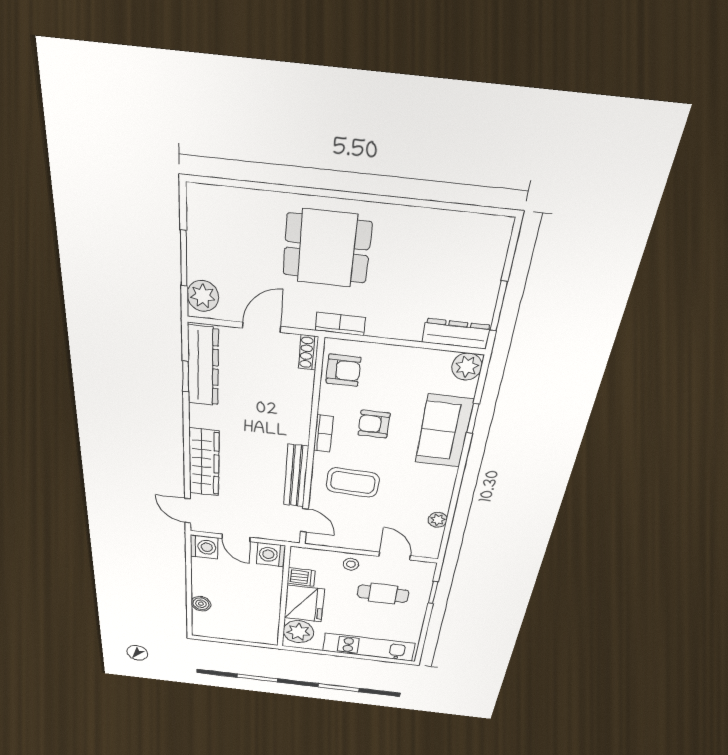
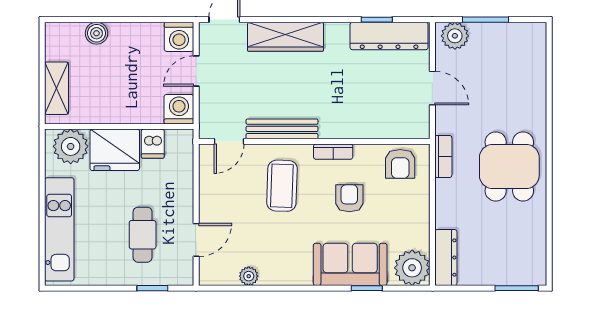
dining table: (327, 249) -> (509, 166), moved
window: (499, 306) -> (517, 288), moved
shoe rack: (308, 352) -> (414, 131), removed
plant: (467, 367) -> (412, 268), width x1.36, depth x1.36
stool: (351, 564) -> (178, 195), removed
shelving: (248, 635) -> (56, 88), added

